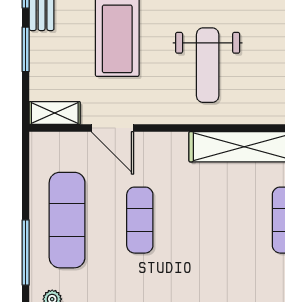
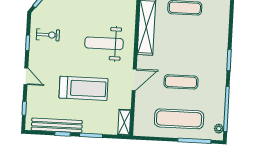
weight bench: (208, 65) -> (104, 43), turned 180
door: (112, 128) -> (134, 80), moved

